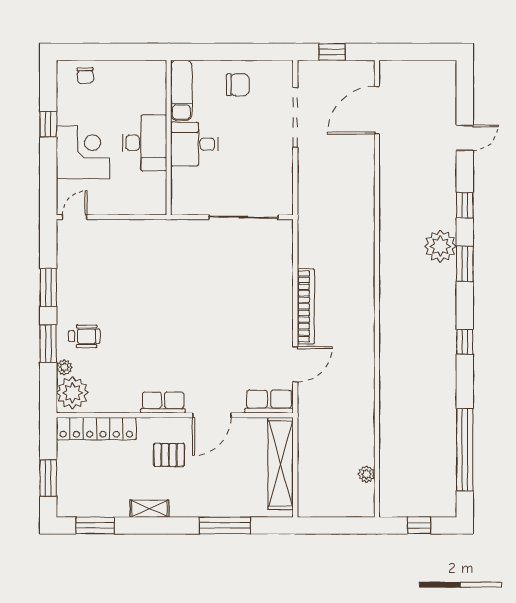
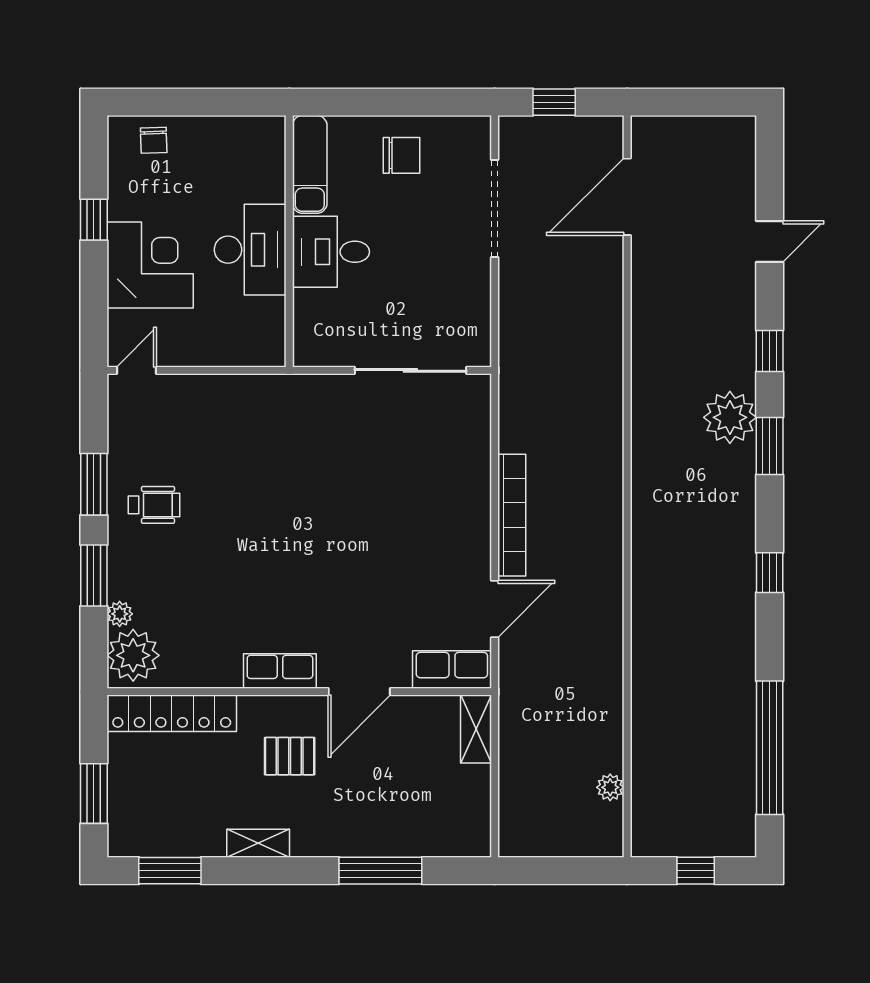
wheelchair: (84, 336) -> (154, 505), moved
shelving: (281, 463) -> (476, 729), width x0.45, depth x0.75

